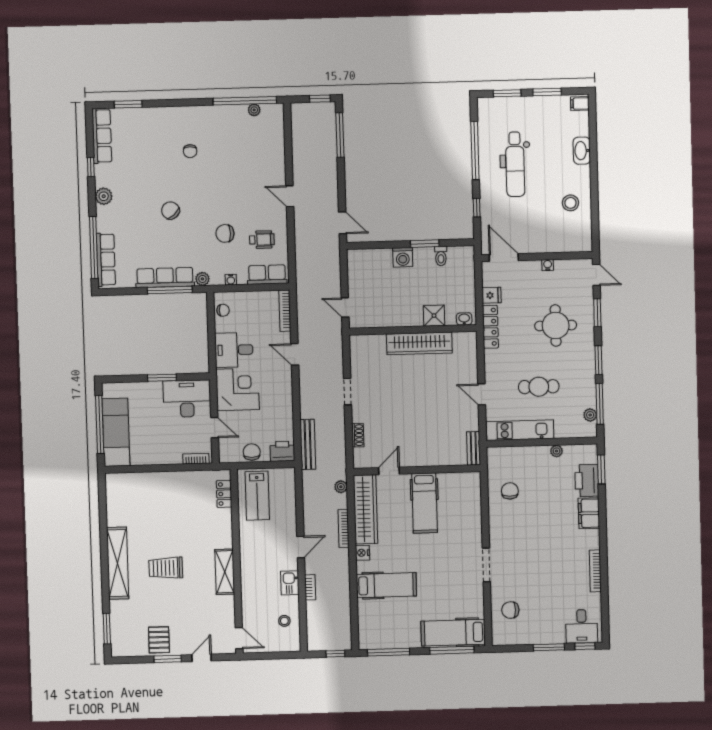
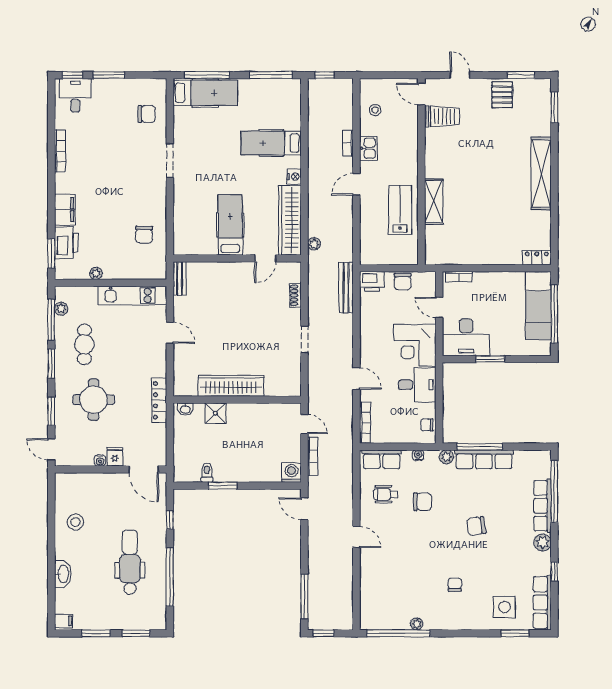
plant: (254, 110) -> (417, 624), moved
side table: (140, 130) -> (504, 607), added
chair: (170, 210) -> (476, 526), turned 123
washing machine: (403, 257) -> (291, 473), moved
row of seats: (106, 260) -> (542, 506), moved
fridge: (492, 295) -> (115, 457), moved, turned 90
cafe table: (539, 387) -> (84, 344), moved, turned 90
locker: (224, 494) -> (537, 258), moved, turned -90
lab bench: (257, 496) -> (400, 210), moved
bookcase: (344, 528) -> (313, 456), moved
trolley: (166, 568) -> (442, 116), moved
shelving: (225, 572) -> (434, 202), moved
door: (202, 658) -> (460, 75), swing flipped
window: (168, 659) -> (521, 75), moved

